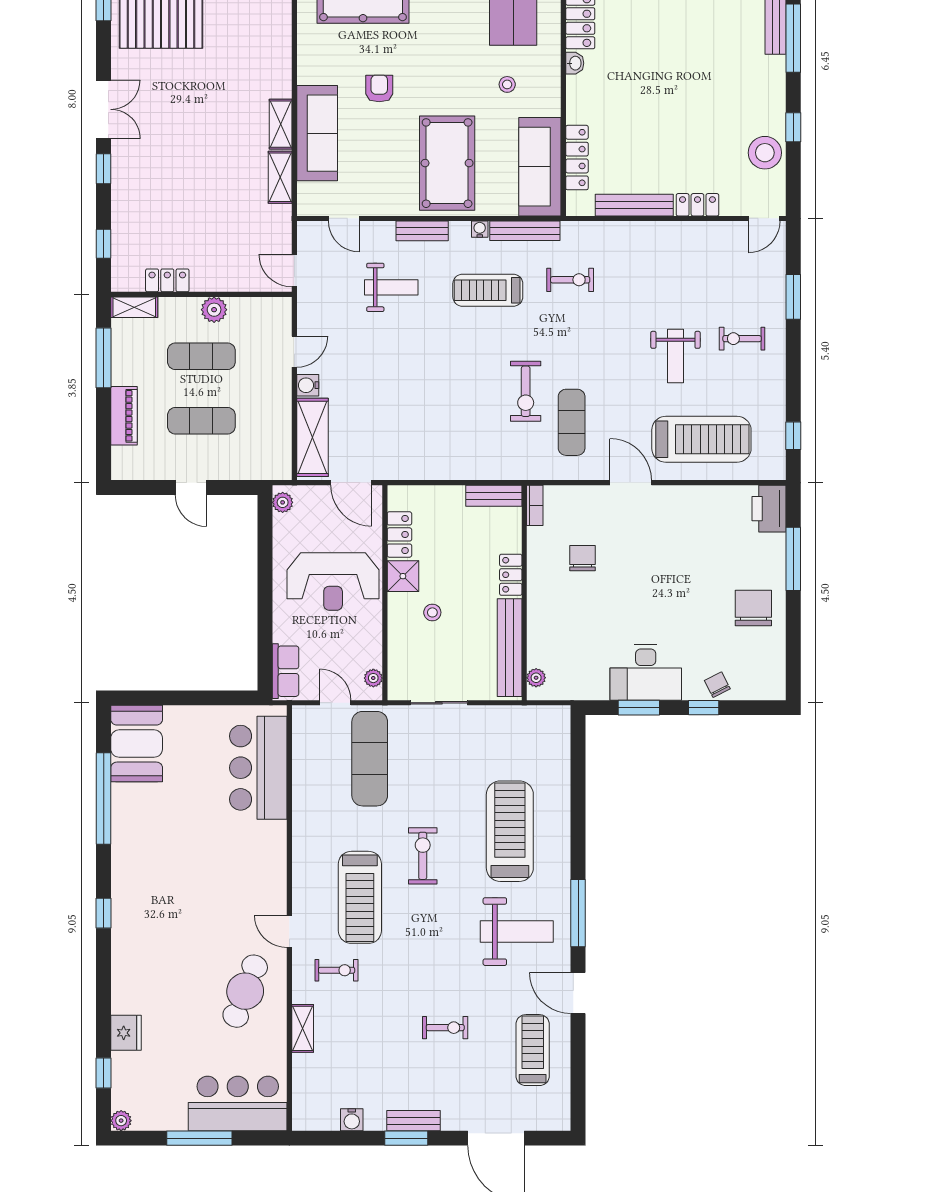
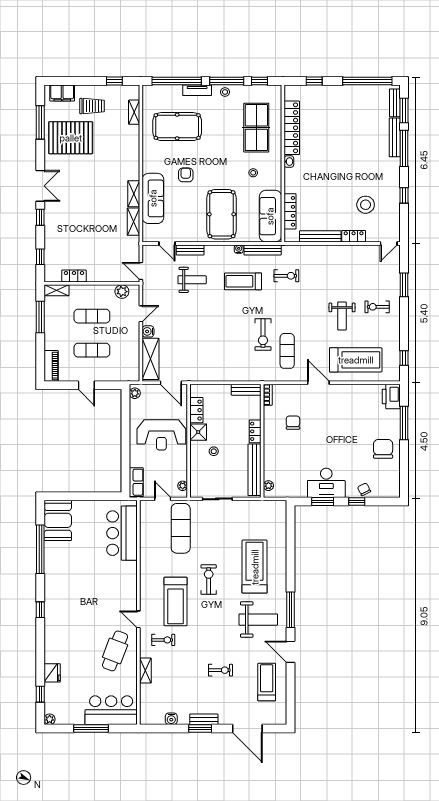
stool: (765, 153) -> (366, 205), moved
bench: (422, 231) -> (190, 250), moved
plant: (214, 310) -> (122, 292), moved
piano: (124, 416) -> (51, 366), moved

